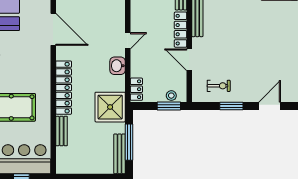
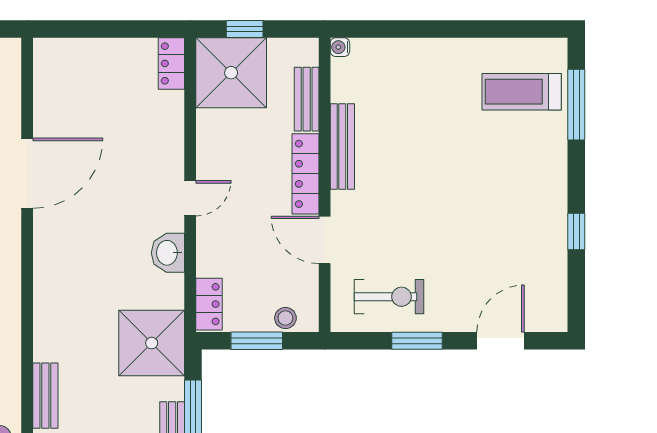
door: (53, 29) -> (27, 173), hinge flipped
exercise bike: (219, 86) -> (389, 297), width x1.38, depth x1.39
locker: (64, 88) -> (50, 301), removed
window: (169, 106) -> (257, 341), moved

